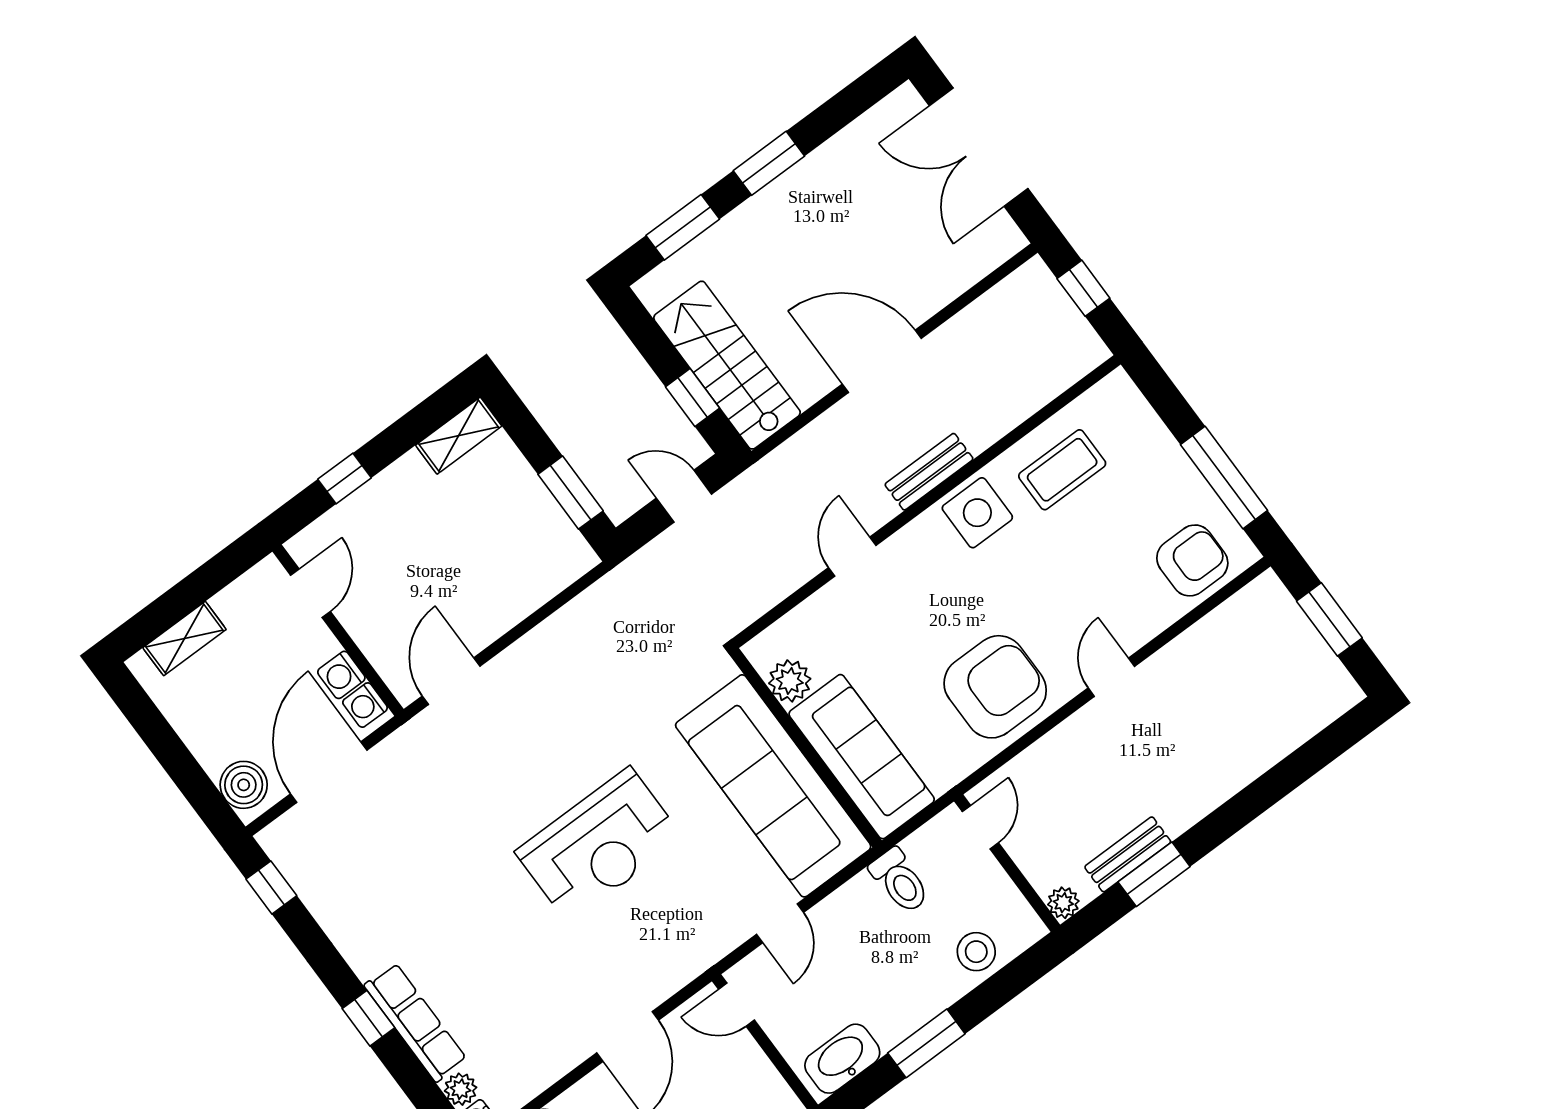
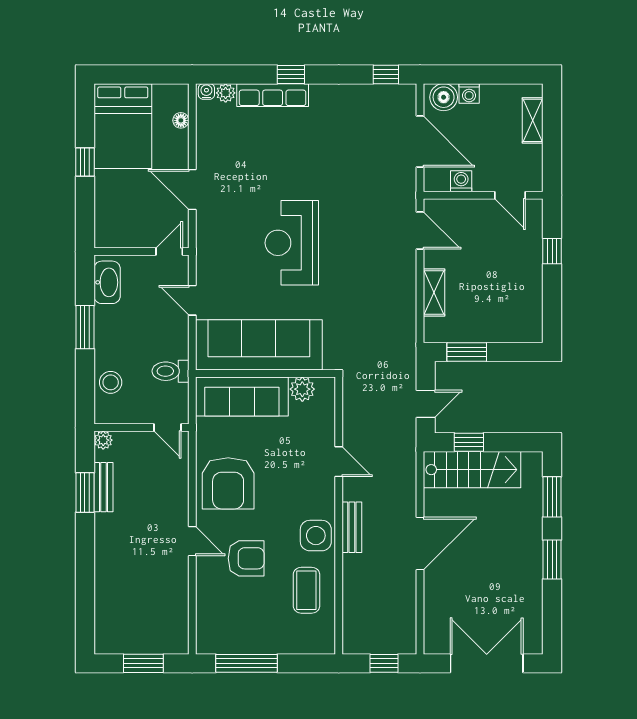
shelving: (459, 436) -> (434, 293), moved
armchair: (1192, 560) -> (246, 558), moved, turned -90
washing machine: (365, 705) -> (469, 93), moved, turned 180

